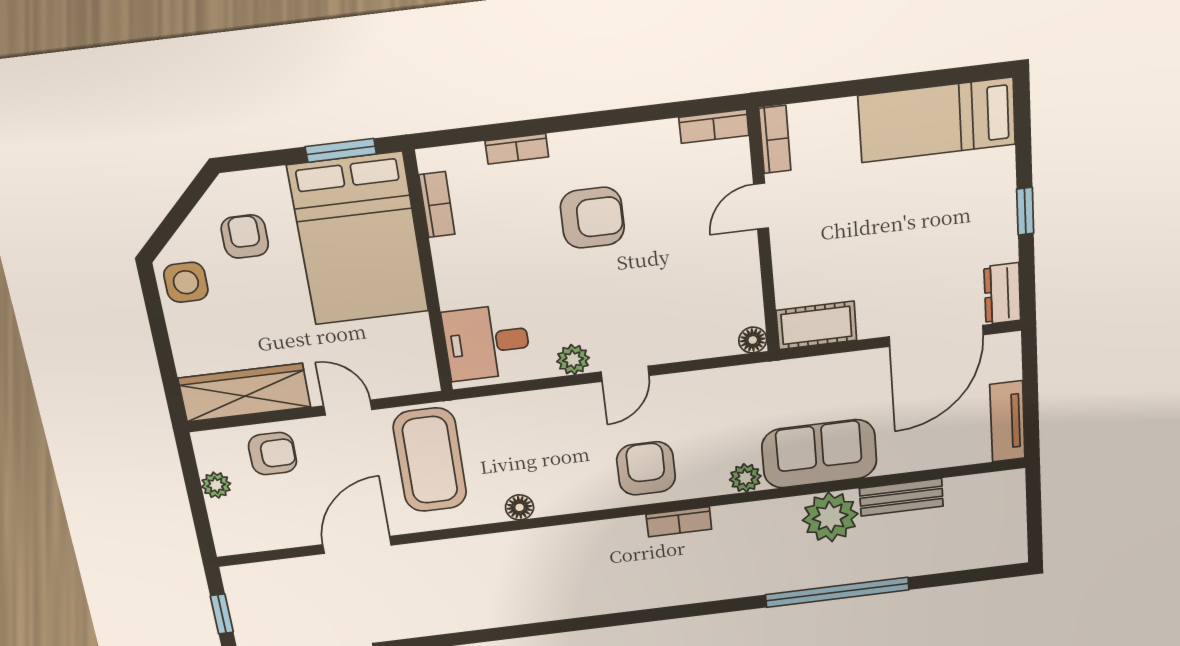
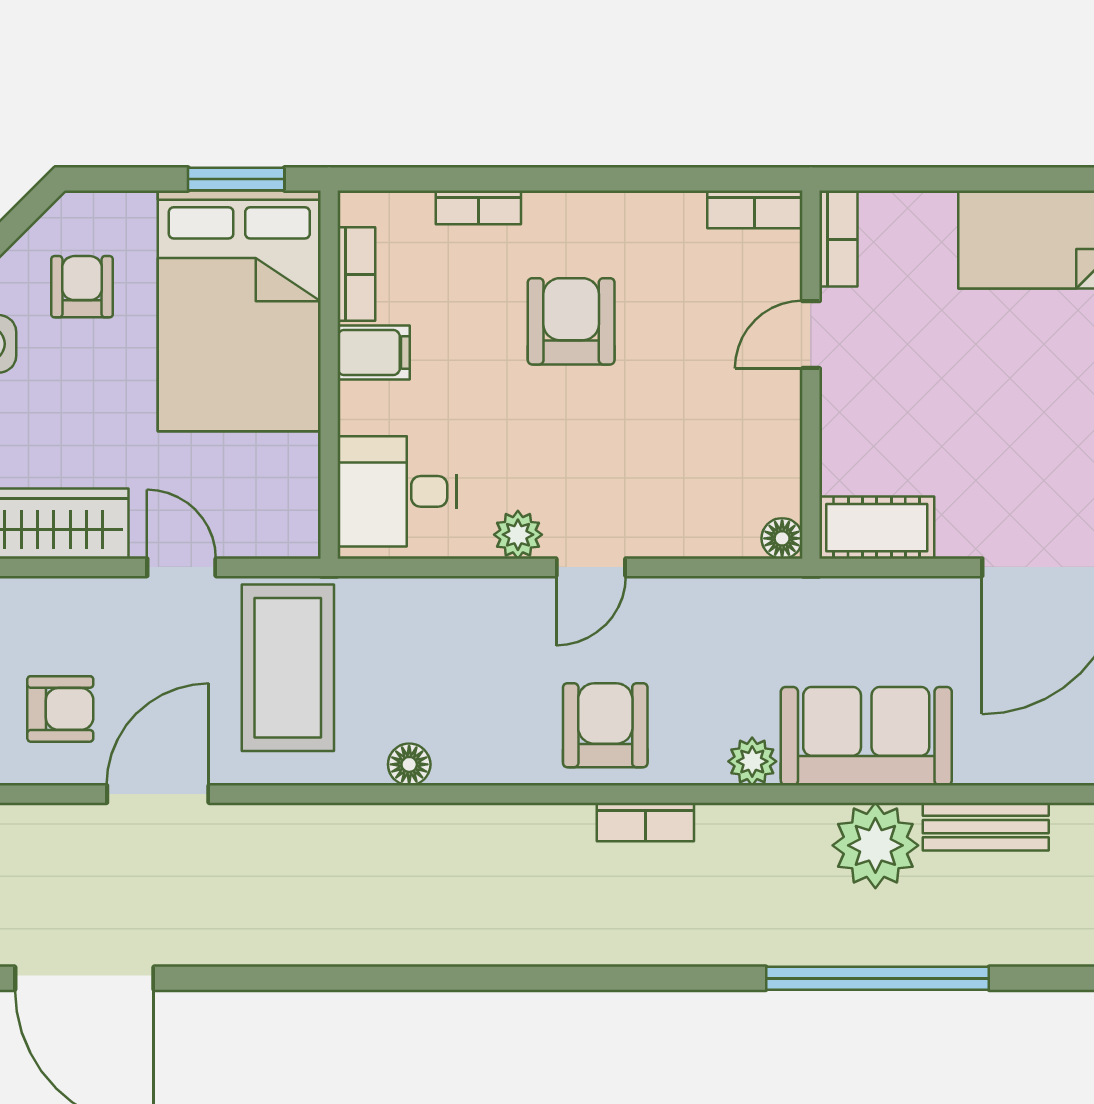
armchair: (592, 218) -> (571, 321), turned -90
filing cabinet: (457, 255) -> (374, 353), added
armchair: (273, 454) -> (60, 709), moved

